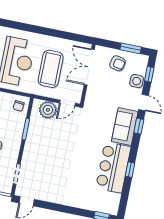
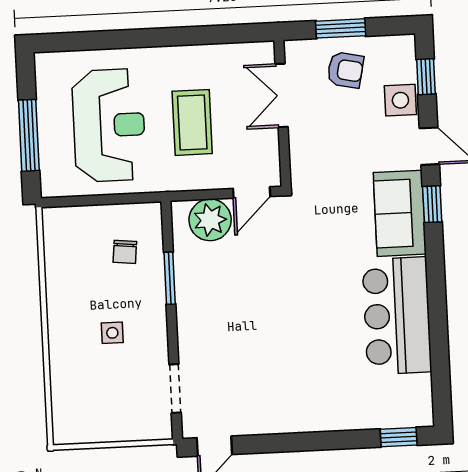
window: (131, 48) -> (341, 28), moved
double door: (89, 67) -> (282, 95), width x0.73
coffee table: (51, 69) -> (192, 122), width x0.73, depth x0.76
chair: (19, 106) -> (125, 252), moved
window: (130, 170) -> (437, 311), removed

